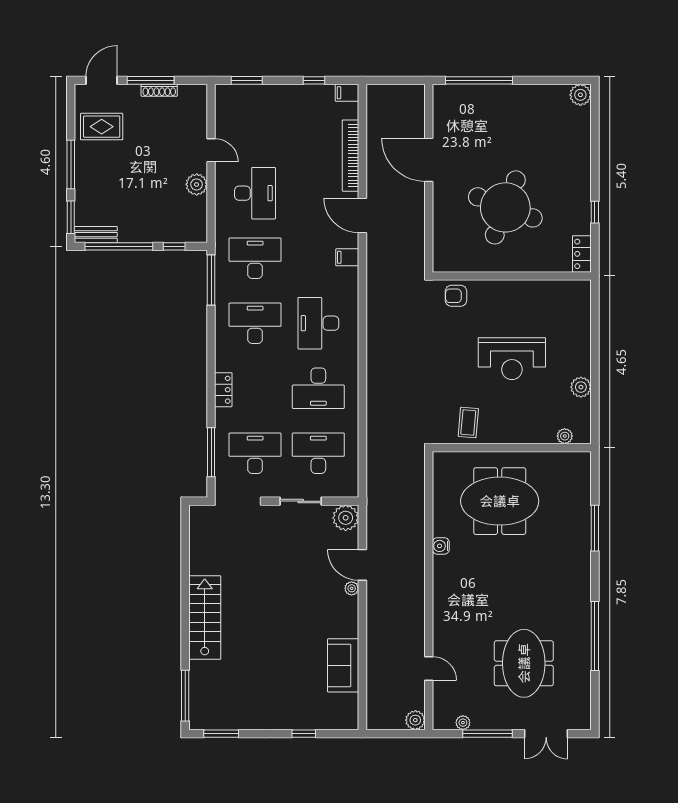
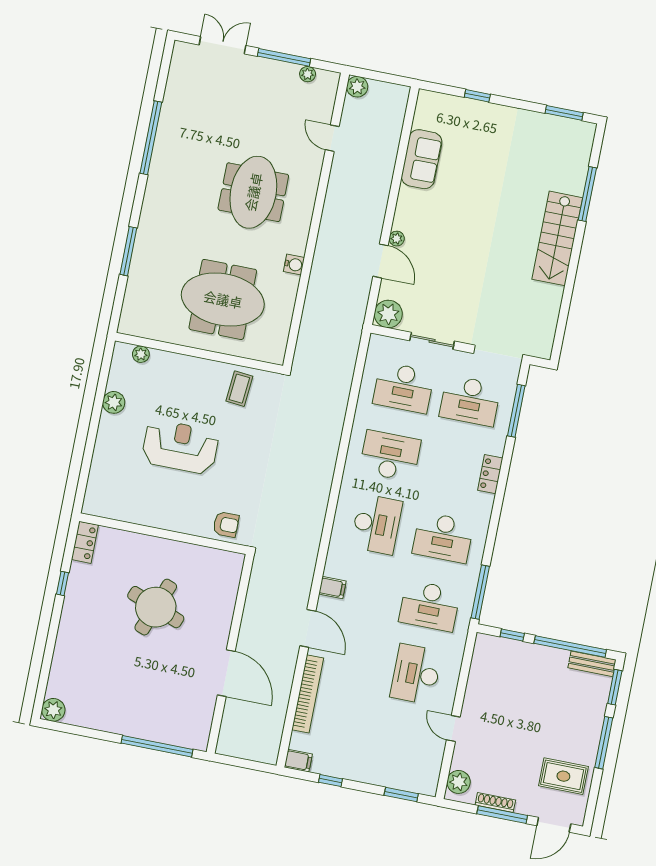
plant: (197, 184) -> (459, 782), moved
round table: (505, 207) -> (156, 607), width x0.73, depth x0.73
meeting table: (524, 663) -> (253, 192), moved
window: (185, 696) -> (587, 194), moved

